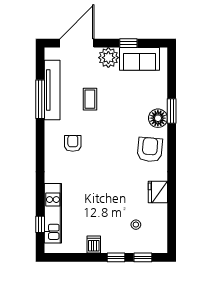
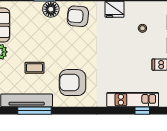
armchair: (73, 143) -> (73, 83), width x1.88, depth x1.88

